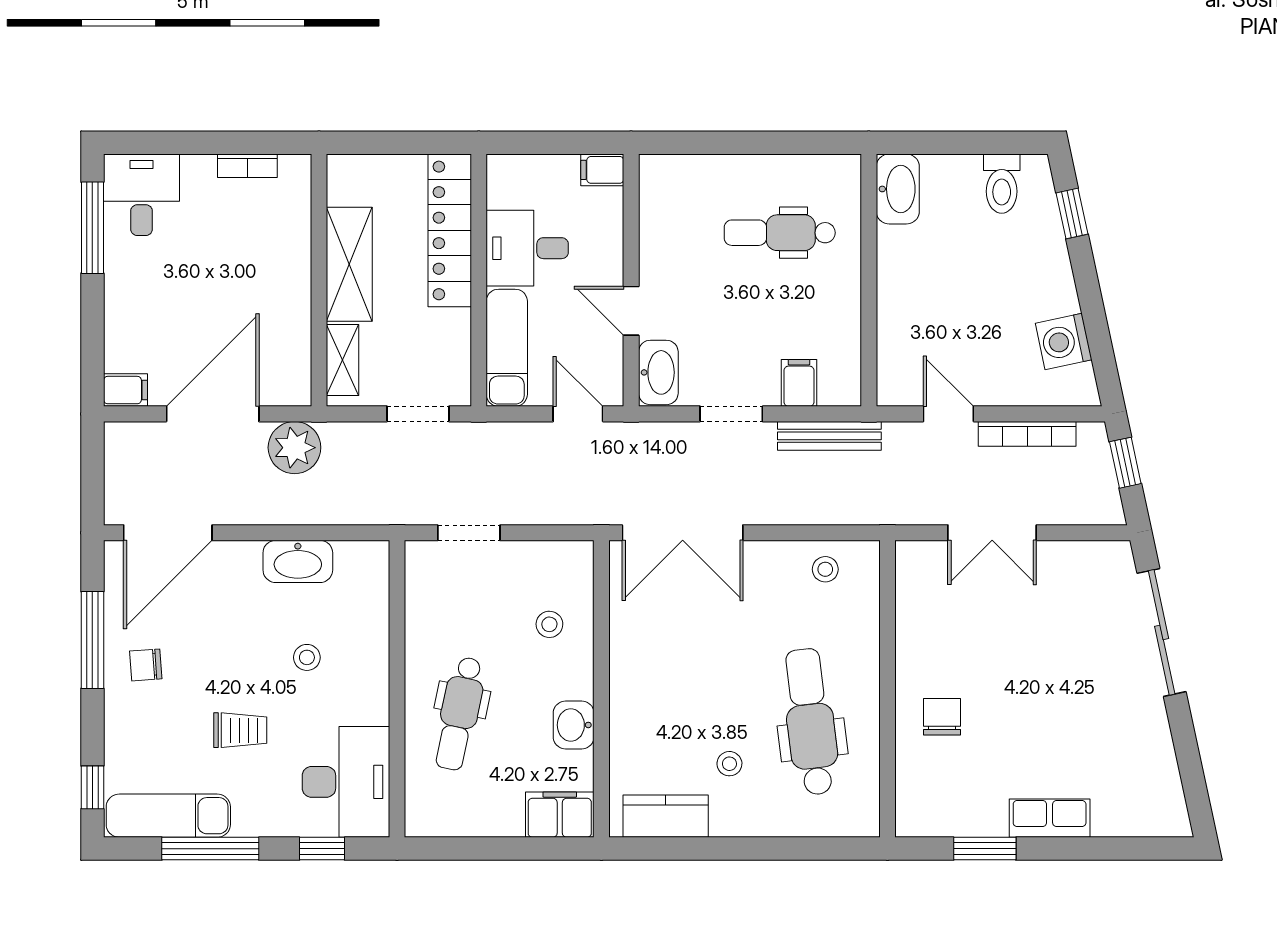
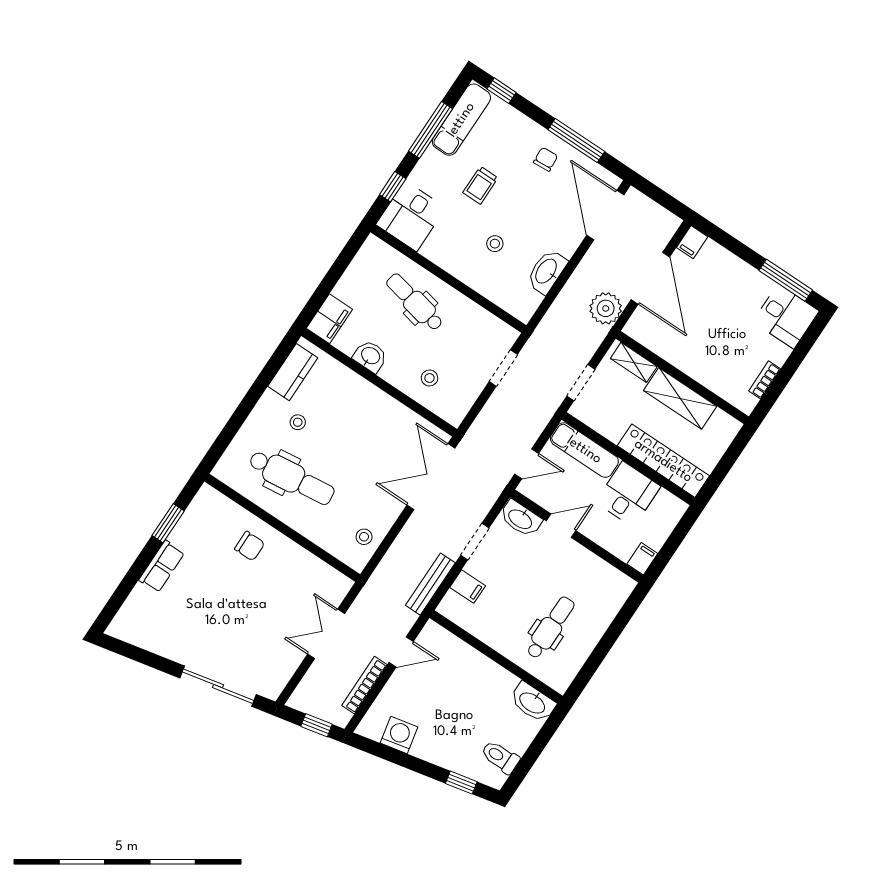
desk: (346, 782) -> (411, 216), width x0.73

